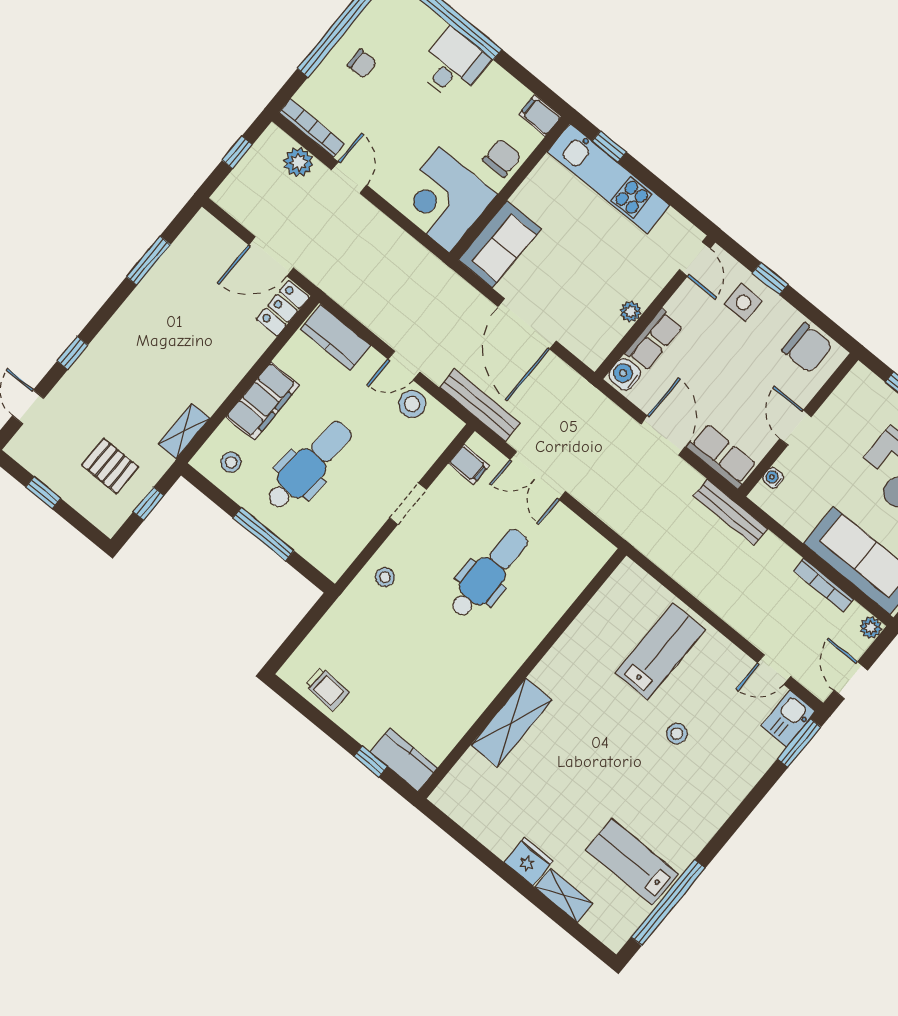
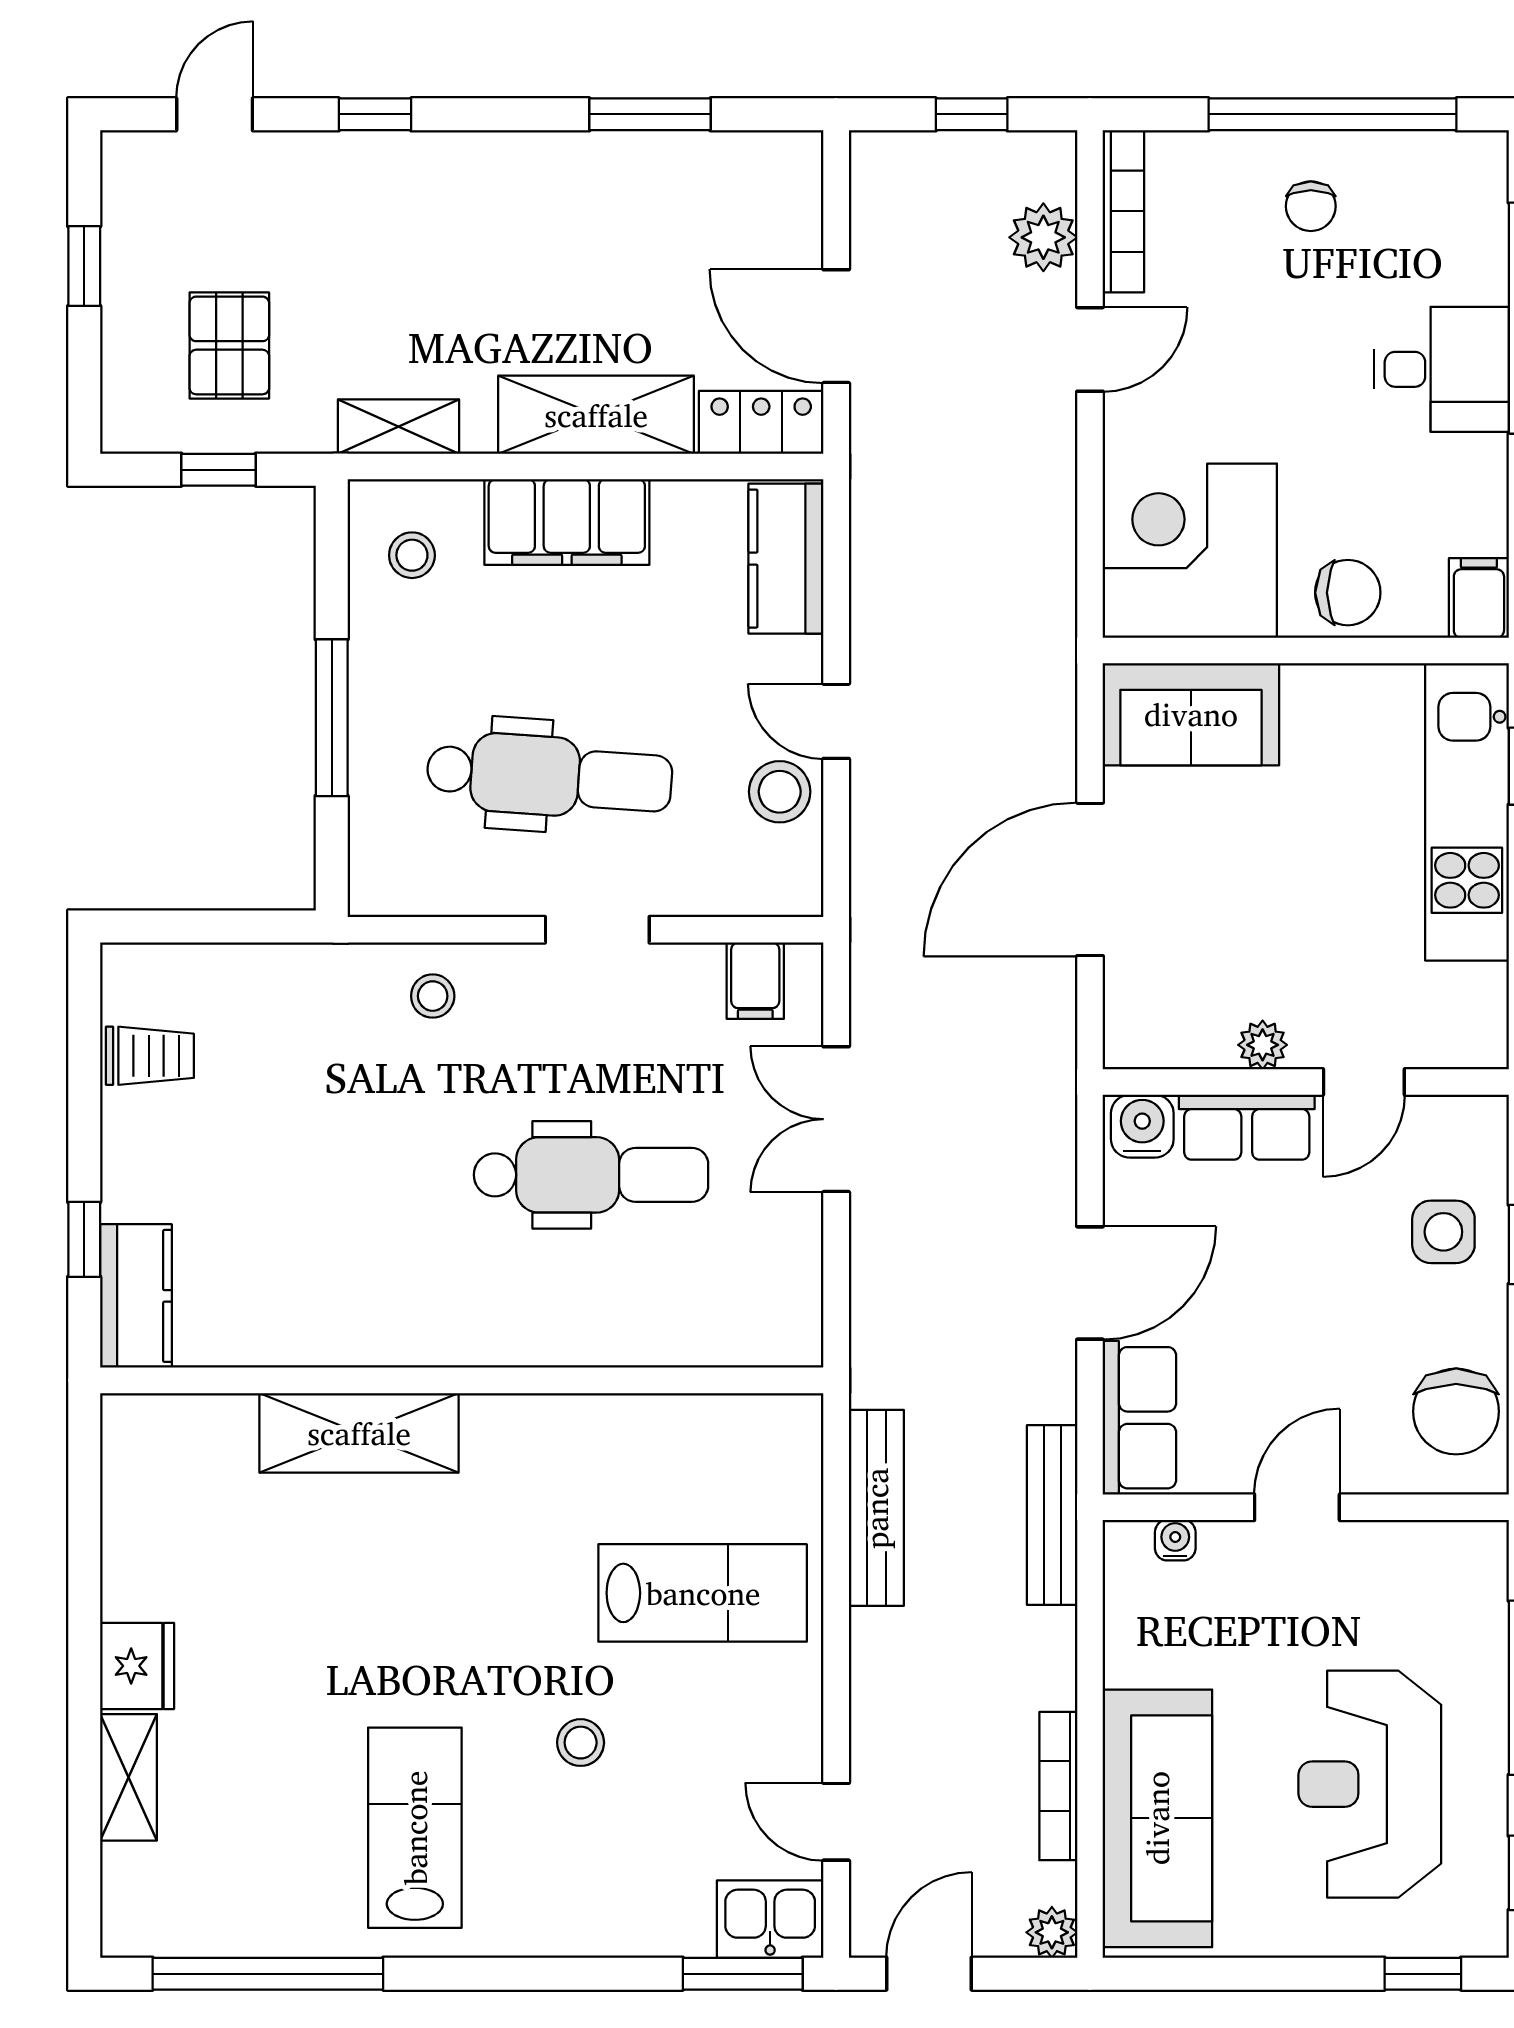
door: (695, 259) -> (1364, 1082), moved
shelving: (235, 362) -> (596, 415), added
bench: (480, 405) -> (876, 1508), moved
dental chair: (309, 465) -> (549, 776), moved
trolley: (327, 689) -> (150, 1056), turned -94
lab bench: (632, 862) -> (415, 1828), moved

